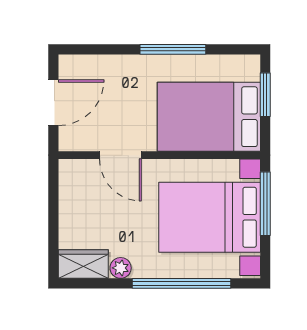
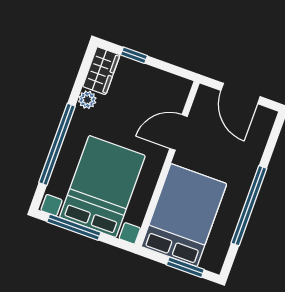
window: (173, 49) -> (249, 206), width x1.46
window: (265, 204) -> (74, 227), moved
window: (53, 234) -> (134, 55), added

